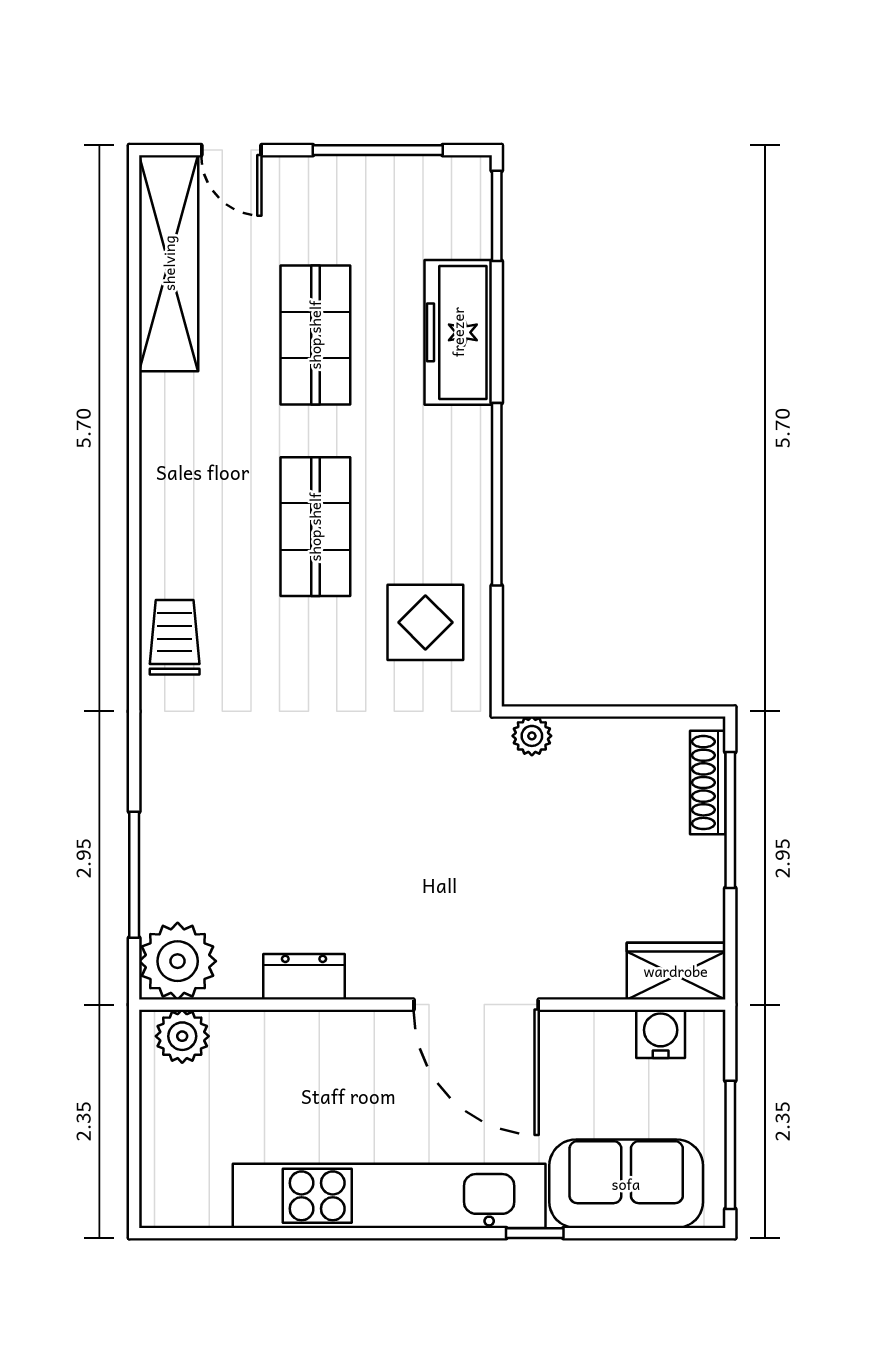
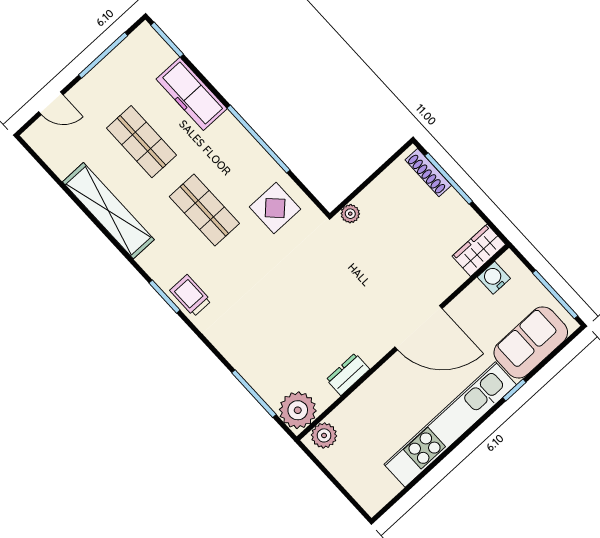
shelving: (169, 263) -> (108, 211), moved
window: (134, 603) -> (165, 297), added

